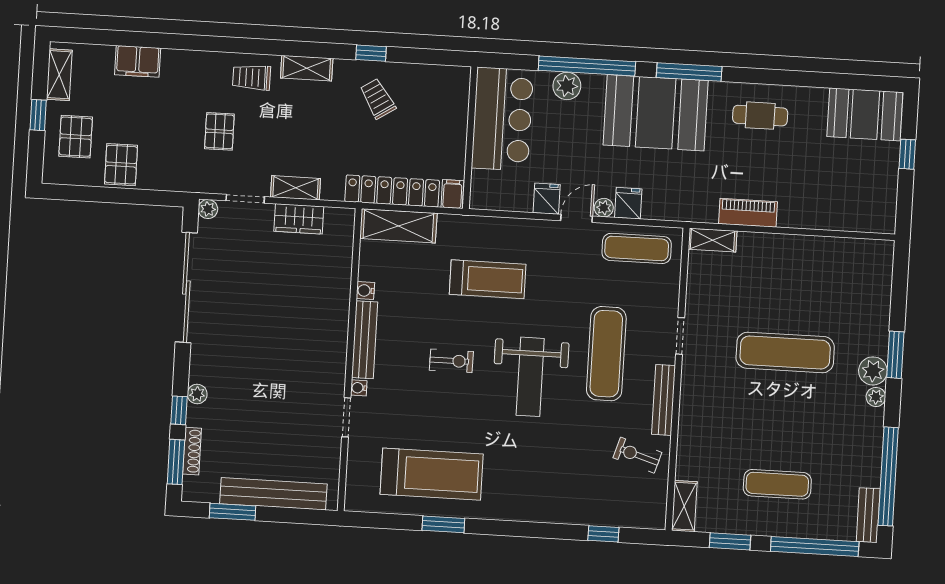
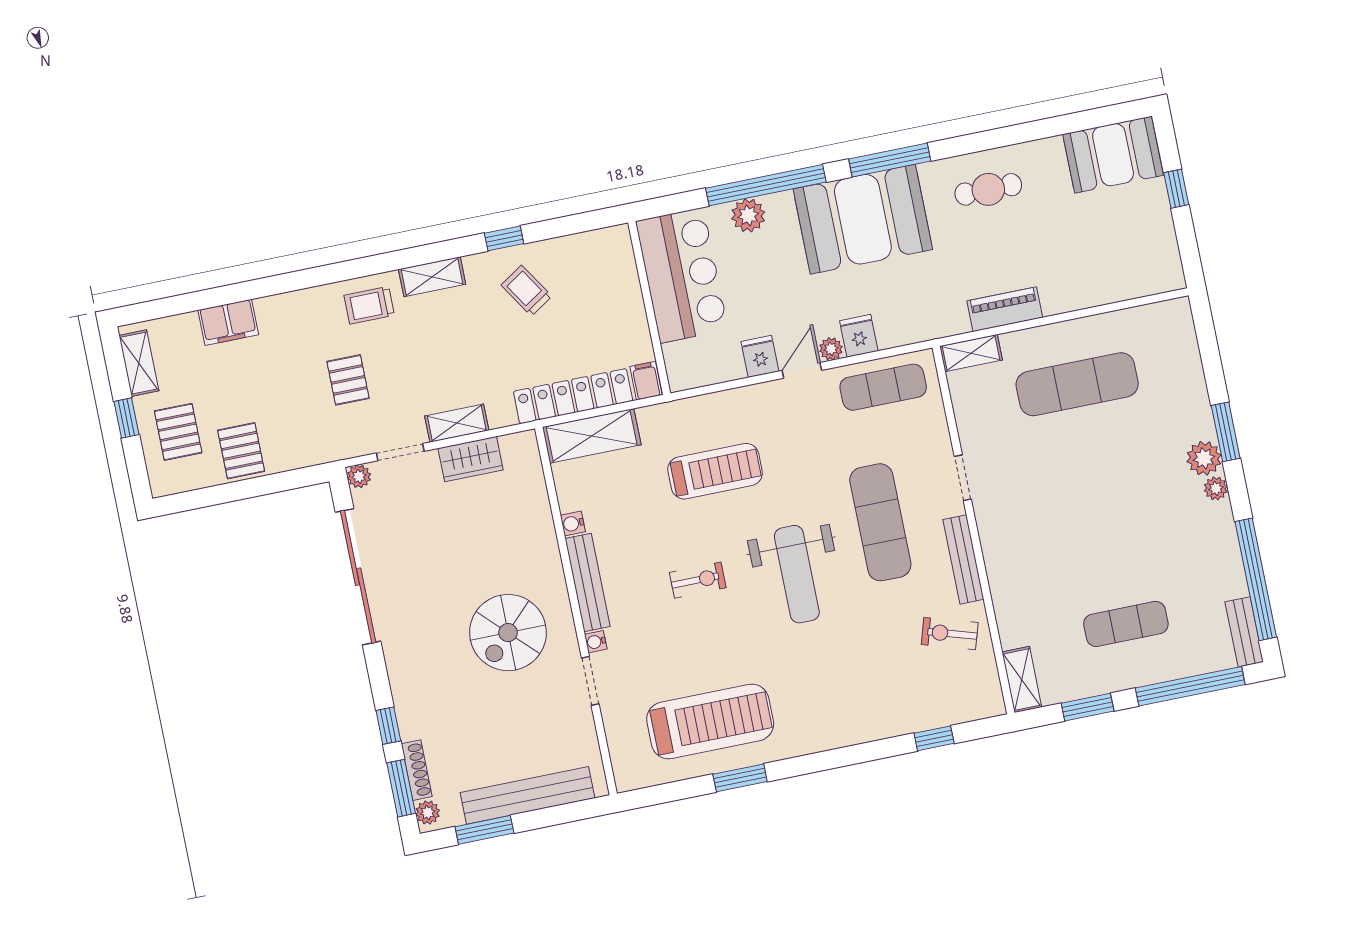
exercise mat: (785, 352) -> (1077, 384), moved
spiral stairs: (292, 362) -> (508, 633), added
plant: (197, 394) -> (428, 812), moved

